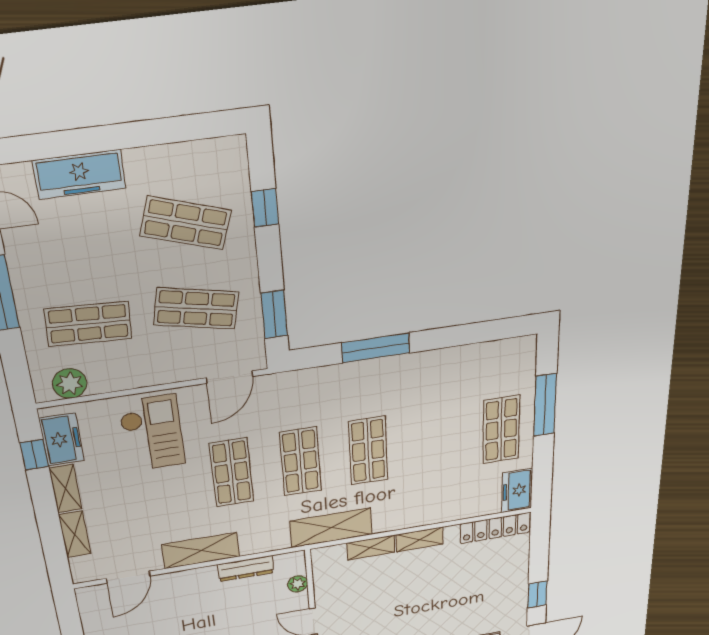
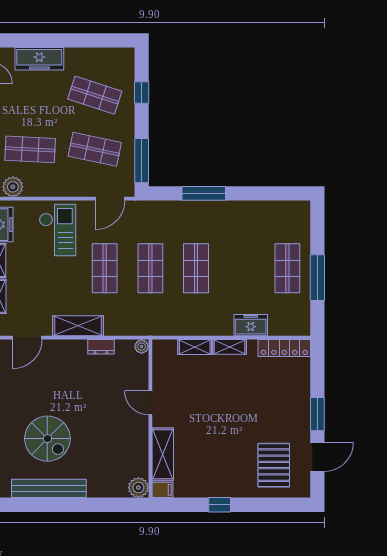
window: (274, 314) -> (142, 161), width x1.44
window: (545, 405) -> (317, 278), moved
freezer: (517, 490) -> (251, 325), moved, turned 90
shelving: (331, 528) -> (168, 325), removed
dresser: (246, 569) -> (101, 347), width x0.70
plant: (298, 584) -> (142, 346), moved
window: (537, 594) -> (317, 414), width x1.50

